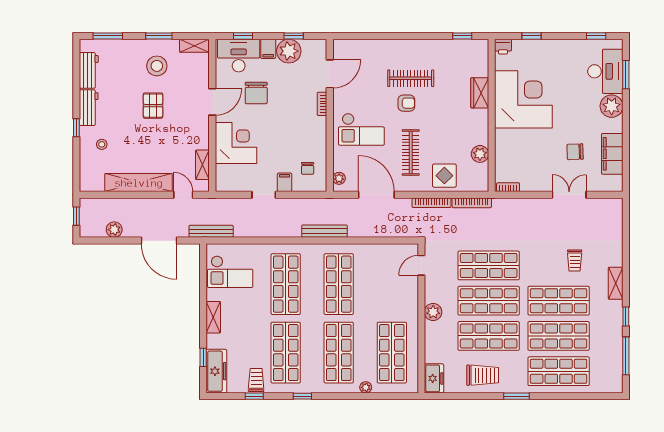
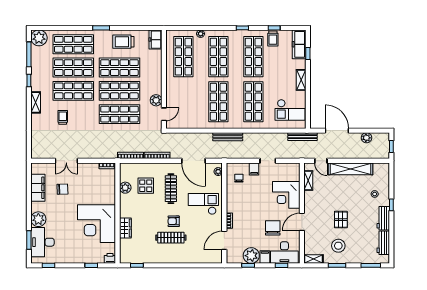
display table: (444, 176) -> (146, 186), moved
checkout: (230, 272) -> (290, 110), turned 180
plant: (433, 312) -> (156, 100), moved
plant: (611, 381) -> (39, 38), added

